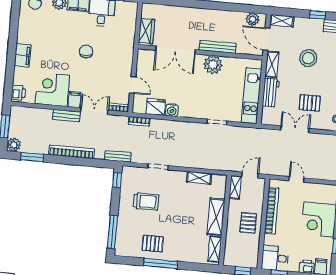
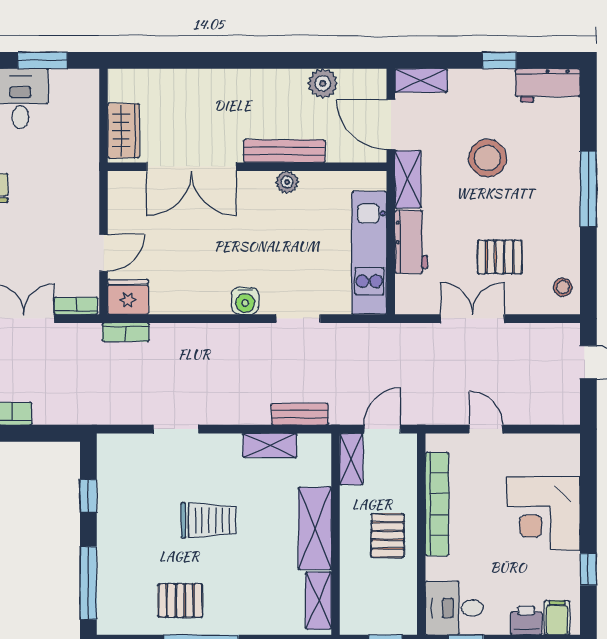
plant: (253, 19) -> (323, 83), moved
plant: (213, 65) -> (287, 182), width x0.53, depth x0.53
door: (133, 85) -> (104, 253), hinge flipped
fridge: (156, 107) -> (128, 297), moved
water cooler: (172, 110) -> (245, 301), moved
bench: (118, 156) -> (300, 414), moved
window: (117, 180) -> (88, 496), moved
trolley: (146, 202) -> (208, 520), moved

